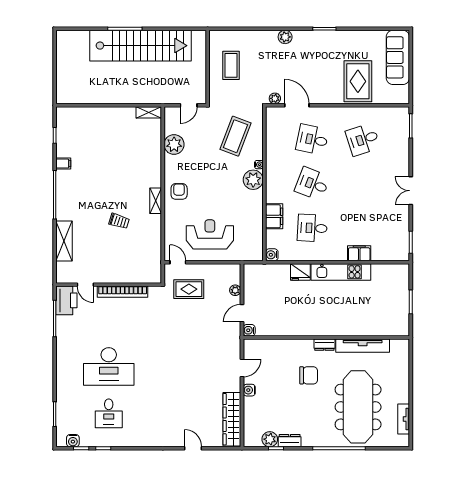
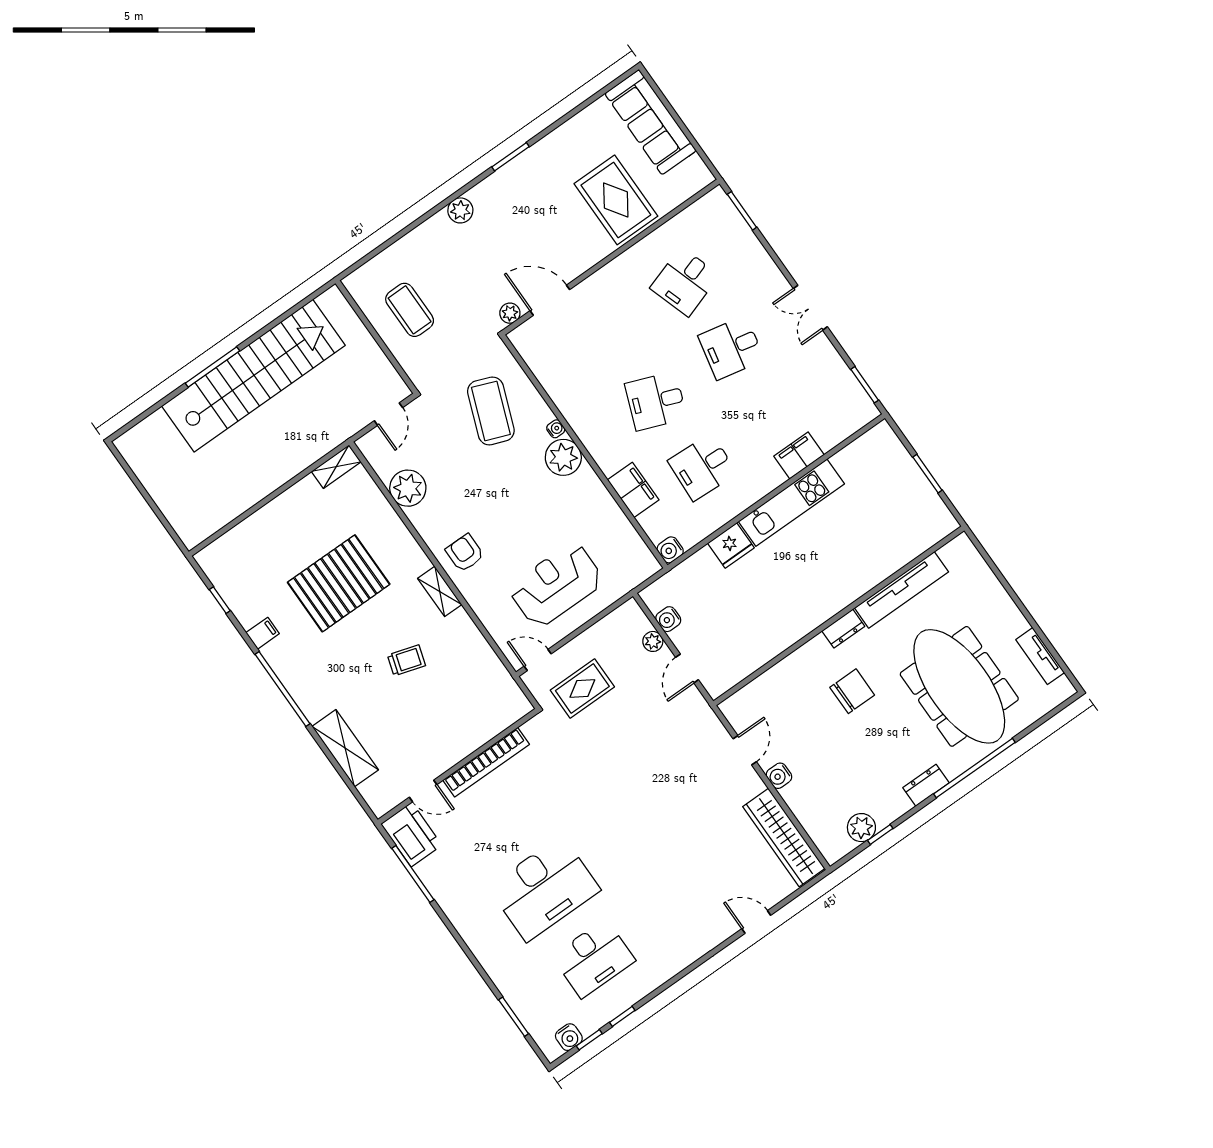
desk: (312, 139) -> (731, 348), moved
pallet: (113, 165) -> (339, 583), added
water cooler: (249, 330) -> (668, 619), moved
desk: (109, 413) -> (594, 958), width x1.37
dresser: (290, 441) -> (926, 785), moved

